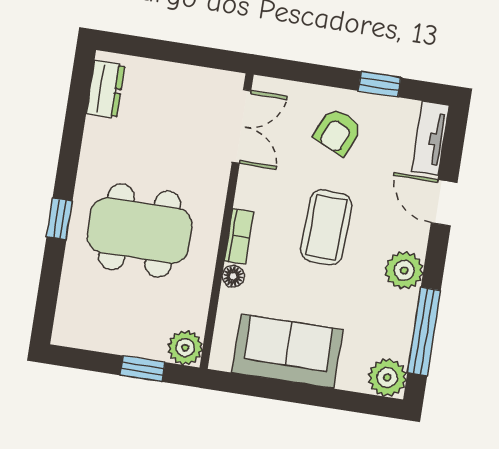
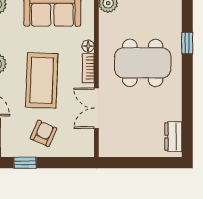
double door: (241, 127) -> (96, 108), moved
window: (59, 219) -> (187, 43), moved
coffee table: (326, 227) -> (42, 80), width x1.36, depth x1.32

